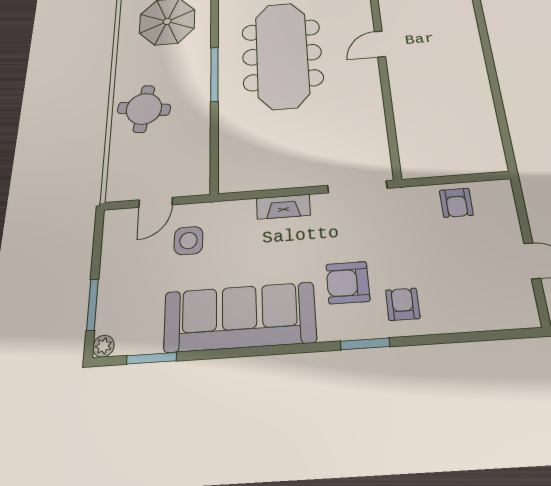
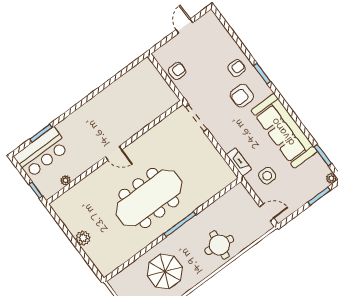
door: (156, 202) -> (267, 212), moved
fireplace: (283, 207) -> (239, 162), moved
armchair: (348, 283) -> (242, 96), turned 90
armchair: (403, 304) -> (237, 68), turned 180

